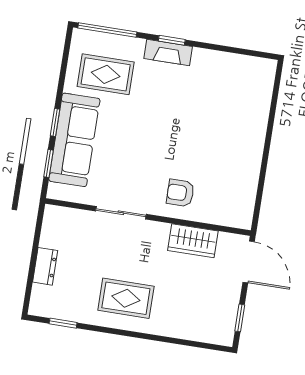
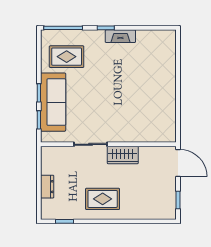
fireplace: (168, 52) -> (120, 36), moved
armchair: (180, 193) -> (127, 125), removed
wardrobe: (193, 241) -> (123, 155), moved

